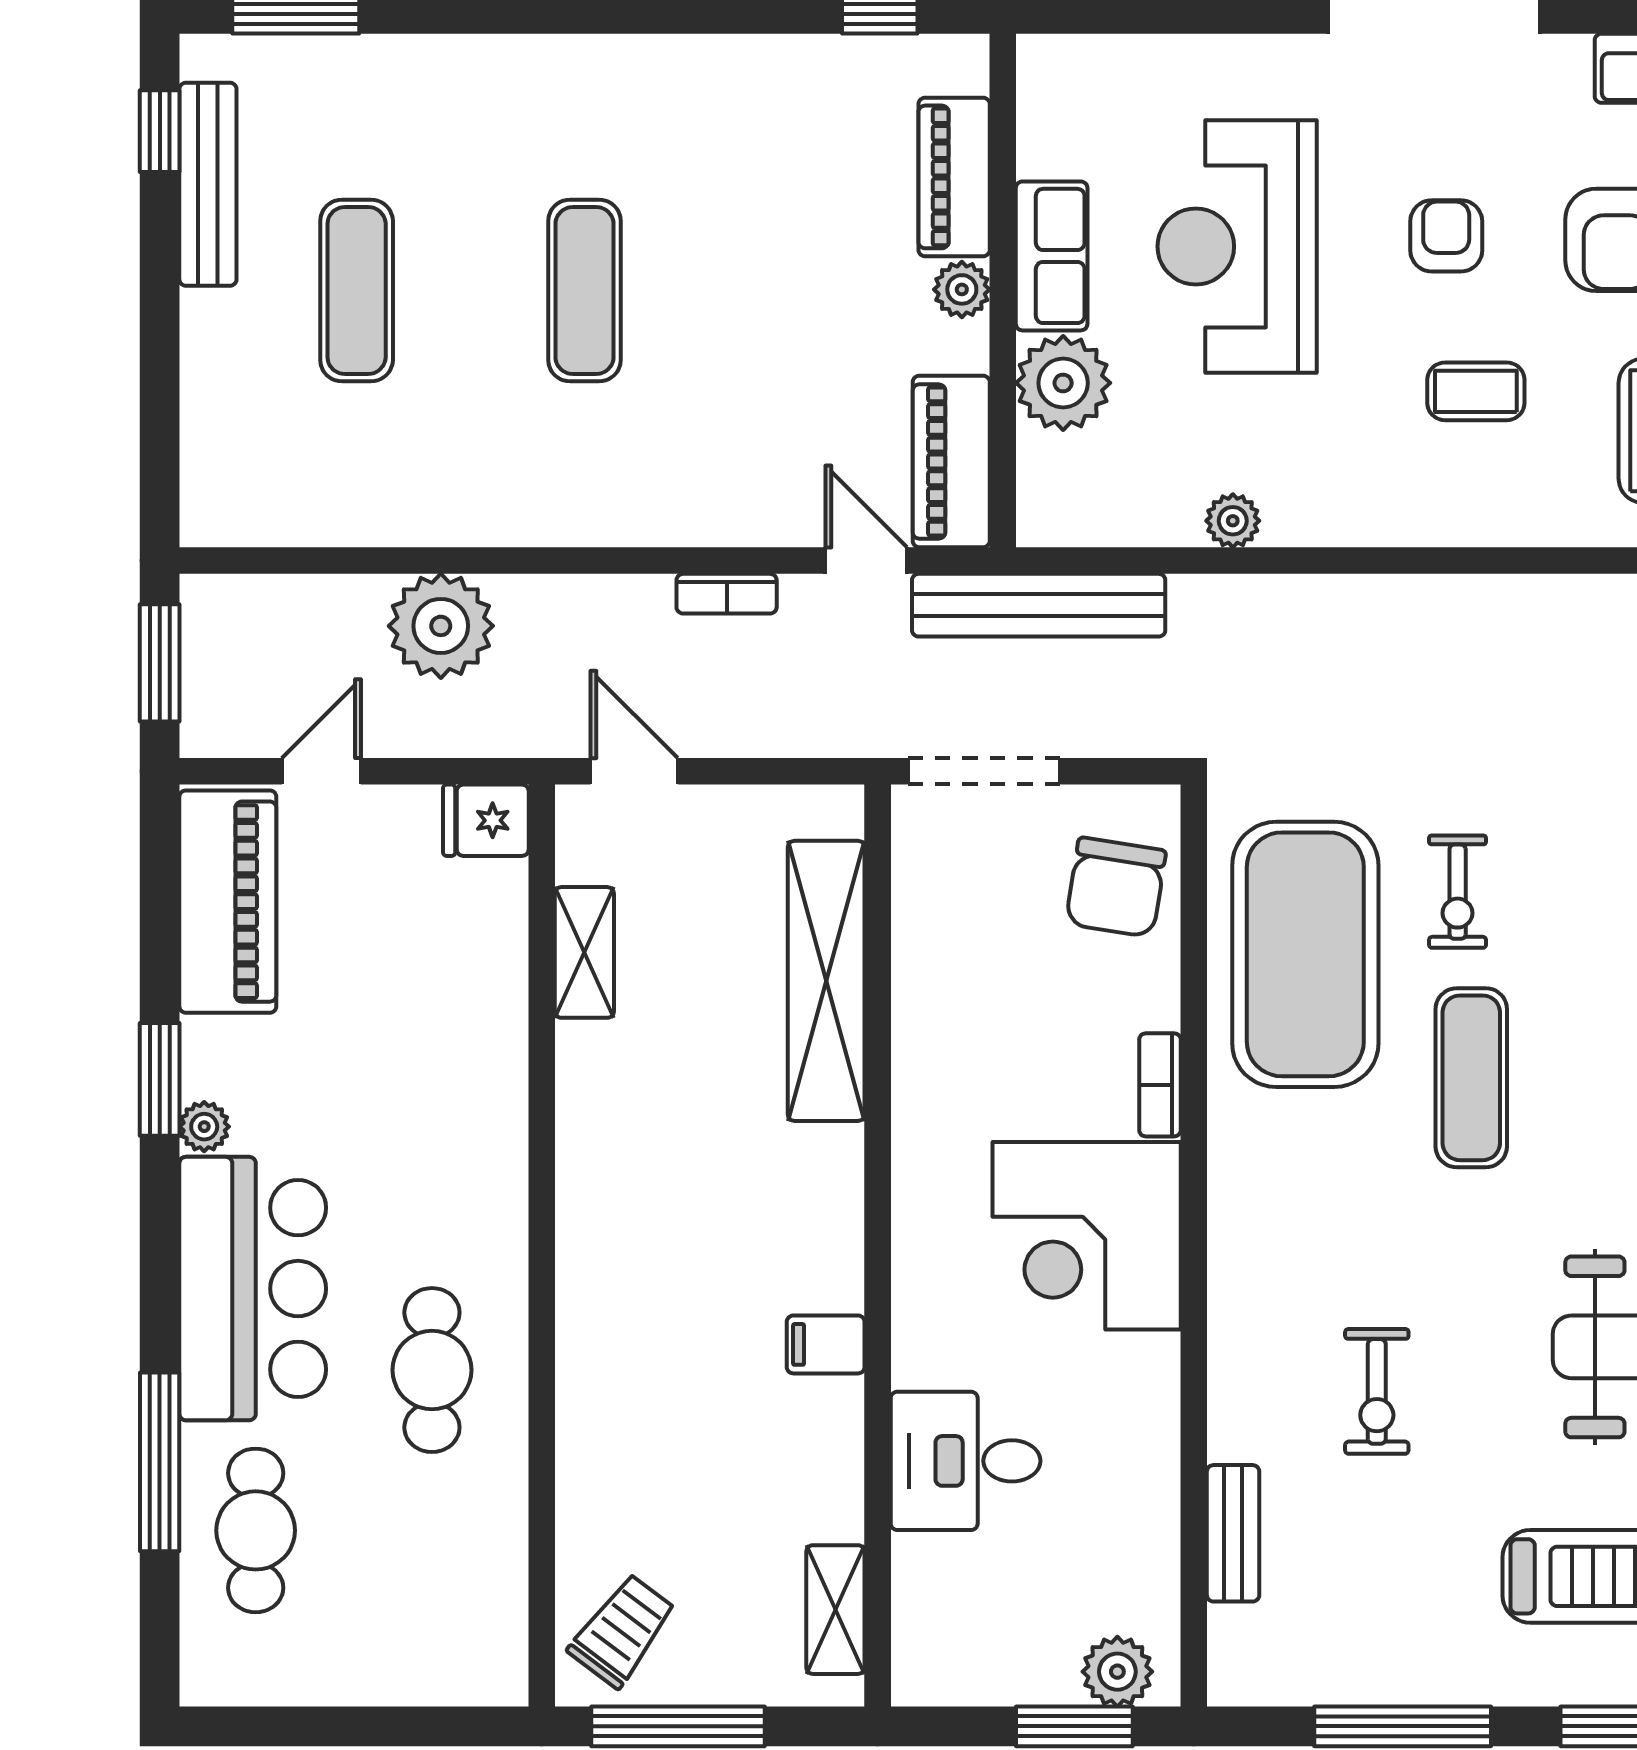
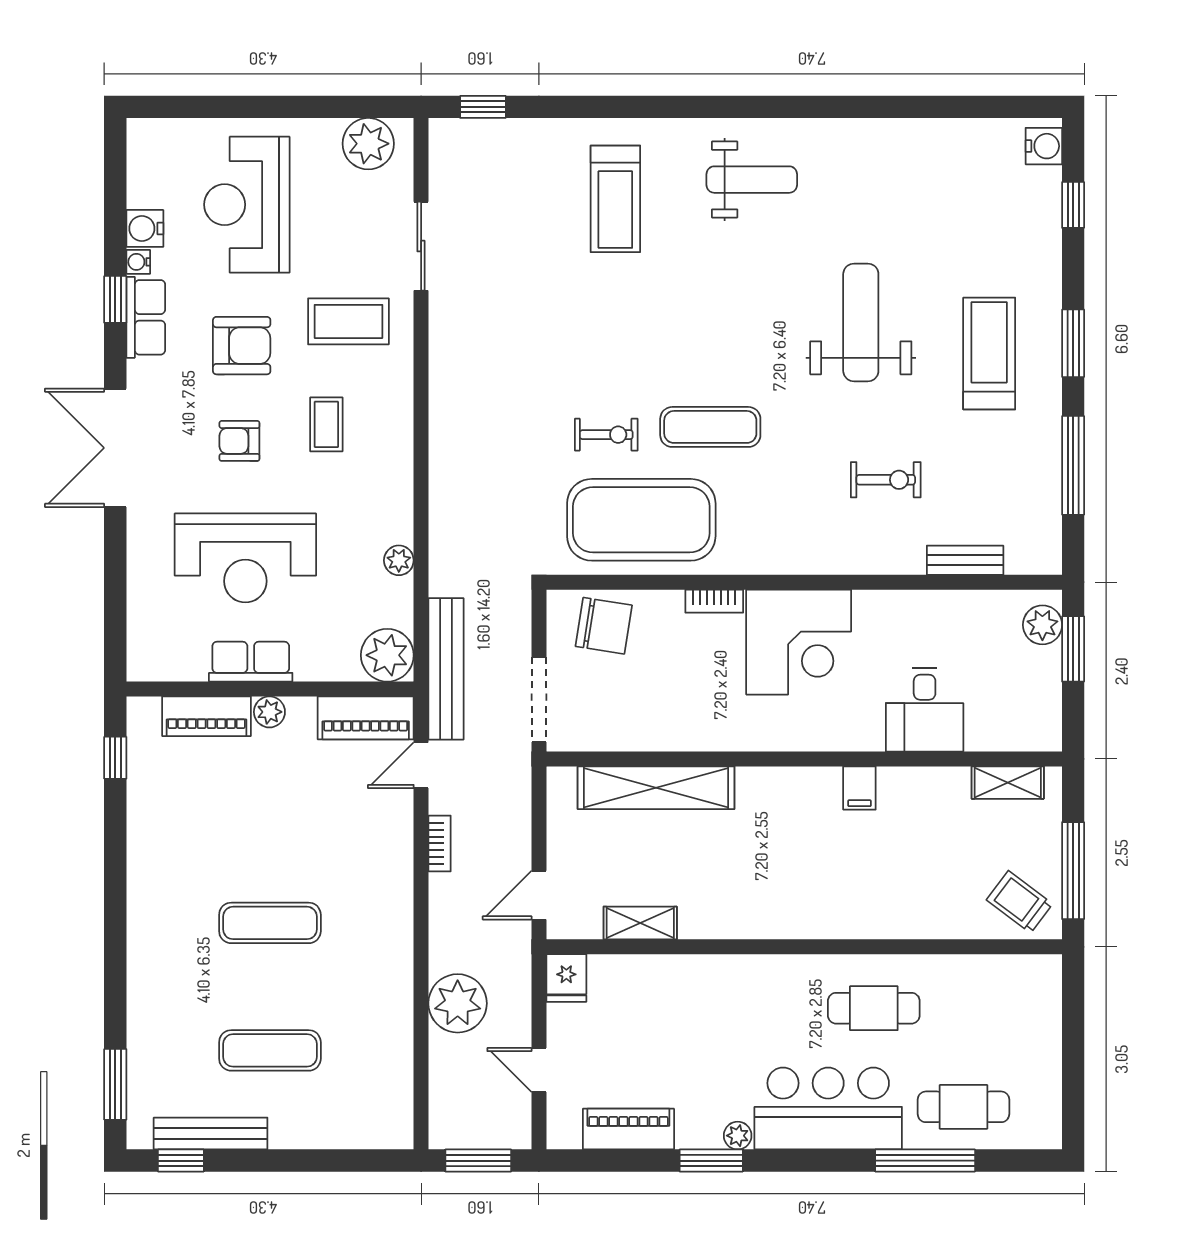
plant: (1063, 383) -> (387, 655), moved
piano: (228, 902) -> (628, 1129), width x0.73, depth x0.75

